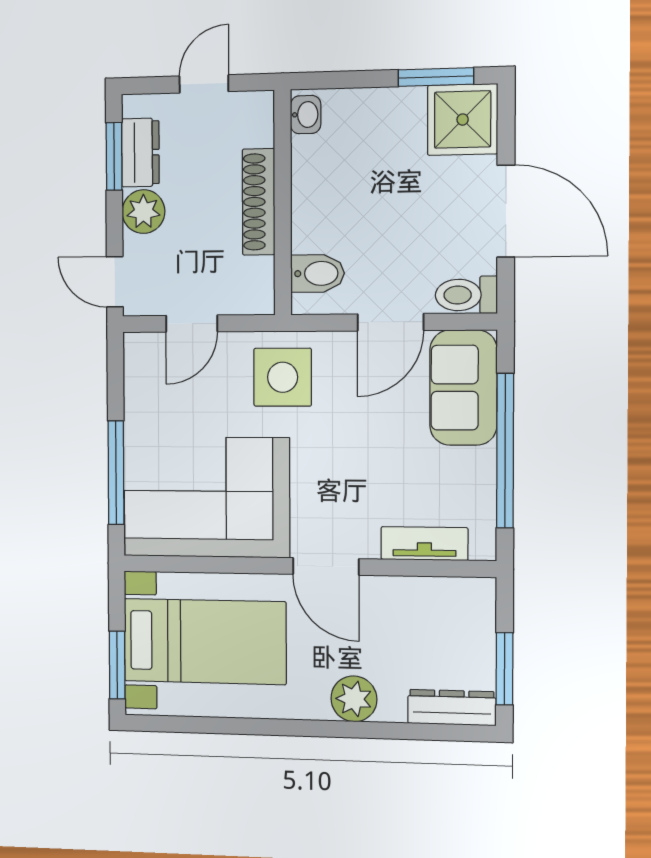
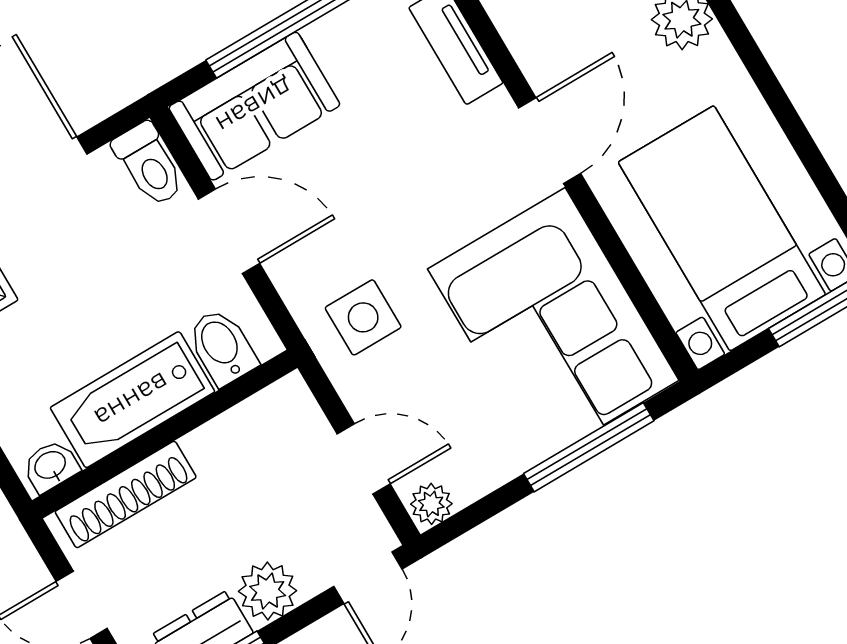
bathtub: (317, 194) -> (132, 400), added
shoe rack: (259, 202) -> (126, 494), moved
plant: (138, 350) -> (431, 504), added
side table: (283, 377) -> (363, 317), width x0.73, depth x0.73

